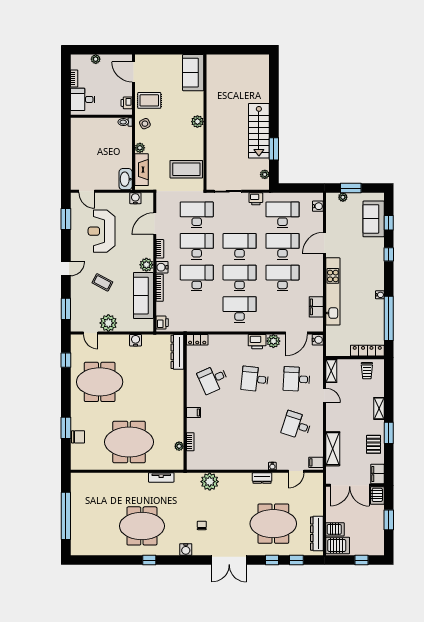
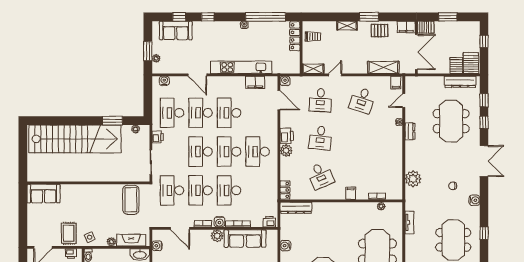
plant: (197, 122) -> (88, 190), removed
stairs: (259, 131) -> (75, 139), width x1.86, depth x1.51
plant: (273, 341) -> (286, 151), moved
door: (296, 471) -> (404, 101), swing flipped

